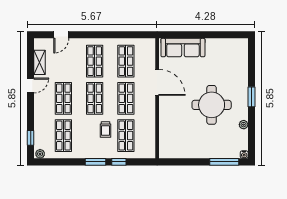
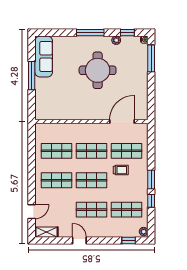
door: (61, 35) -> (32, 212), hinge flipped
window: (206, 35) -> (32, 76), added
sofa: (183, 48) -> (44, 57), moved
shelving: (39, 62) -> (46, 232), moved
door: (157, 82) -> (122, 122), moved
window: (251, 97) -> (90, 33), width x1.44
window: (251, 137) -> (127, 33), added
window: (119, 162) -> (151, 201), moved

